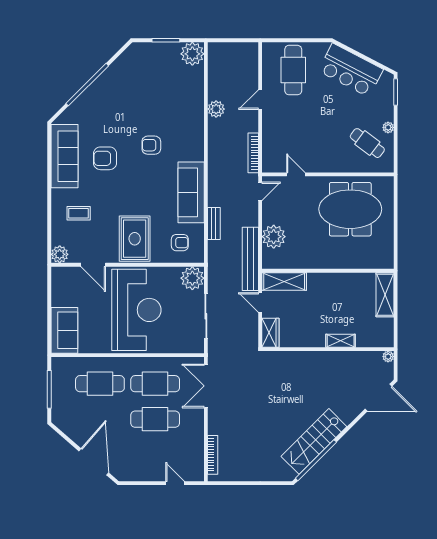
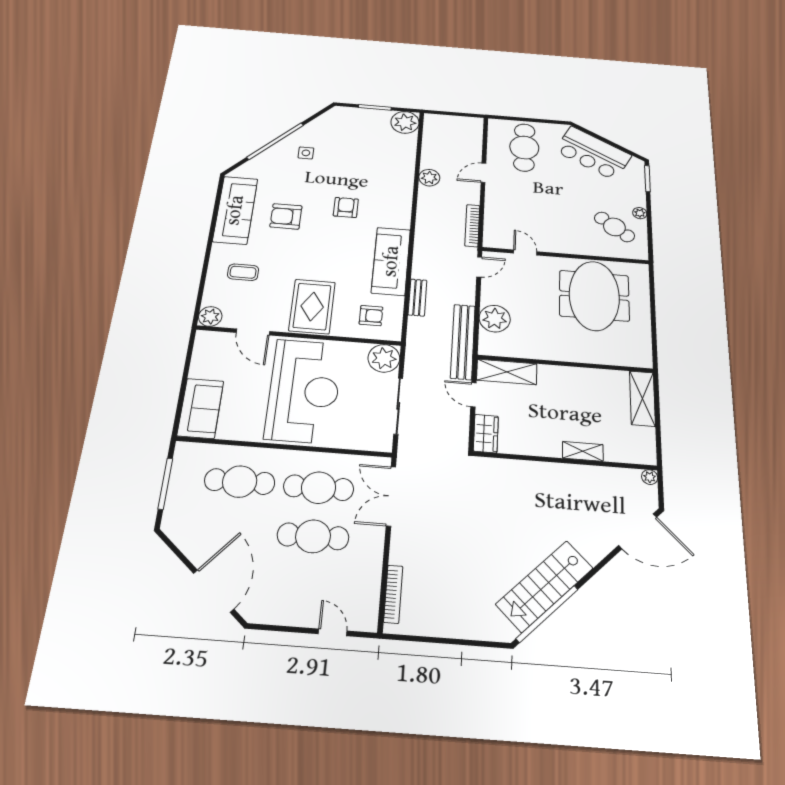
side table: (114, 94) -> (306, 153), added
armchair: (151, 145) -> (346, 207), turned 90
meeting table: (350, 209) -> (594, 296), turned 90

